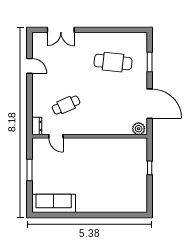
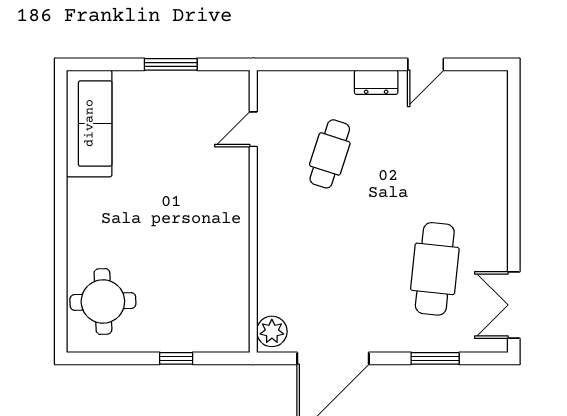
double door: (61, 30) -> (514, 305), moved
cafe table: (66, 105) -> (330, 154), turned 42
dresser: (37, 126) -> (376, 82), moved
round table: (126, 198) -> (103, 302), added

